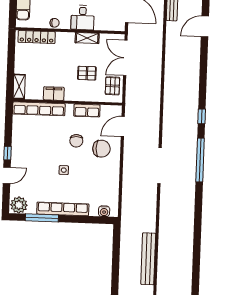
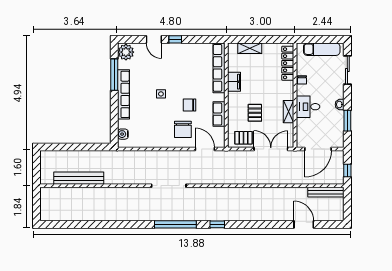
shelving: (19, 87) -> (250, 48), moved

